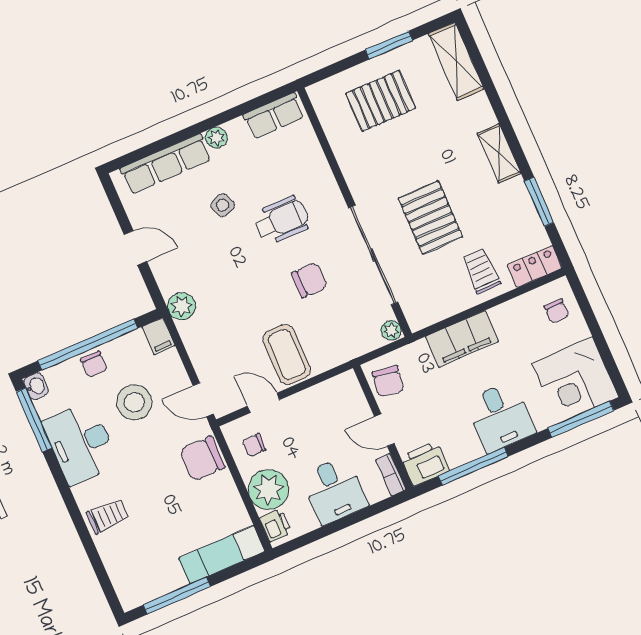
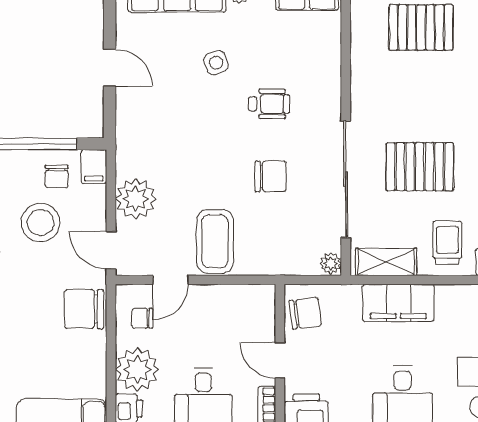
pallet: (430, 218) -> (420, 167), turned 90
wheelchair: (282, 220) -> (269, 104), width x0.73, depth x0.73
plant: (181, 306) -> (136, 199), moved, width x1.36, depth x1.36
shelving: (437, 309) -> (386, 262), added
chair: (94, 364) -> (57, 176), moved
chair: (388, 382) -> (305, 313), turned -105
door: (264, 403) -> (170, 280), swing flipped

